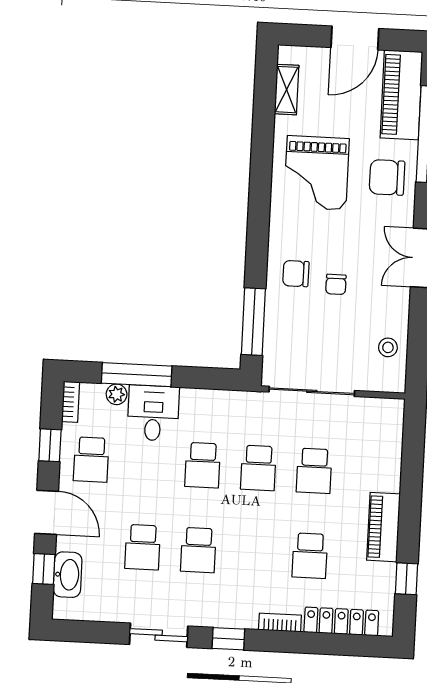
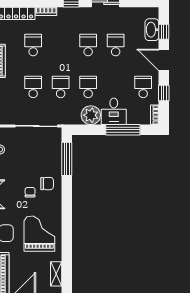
chair: (336, 284) -> (30, 192), moved
plant: (117, 394) -> (91, 115), moved, width x1.88, depth x1.88

